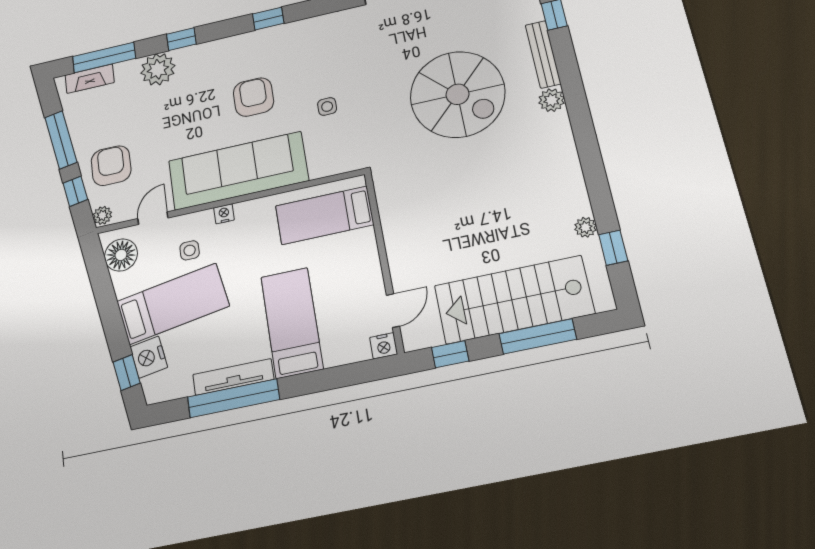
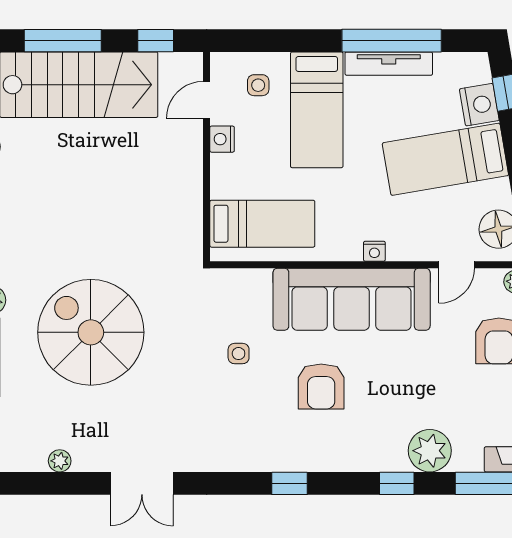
side table: (190, 250) -> (258, 85), moved
nightstand: (384, 346) -> (222, 139), moved, turned -90

